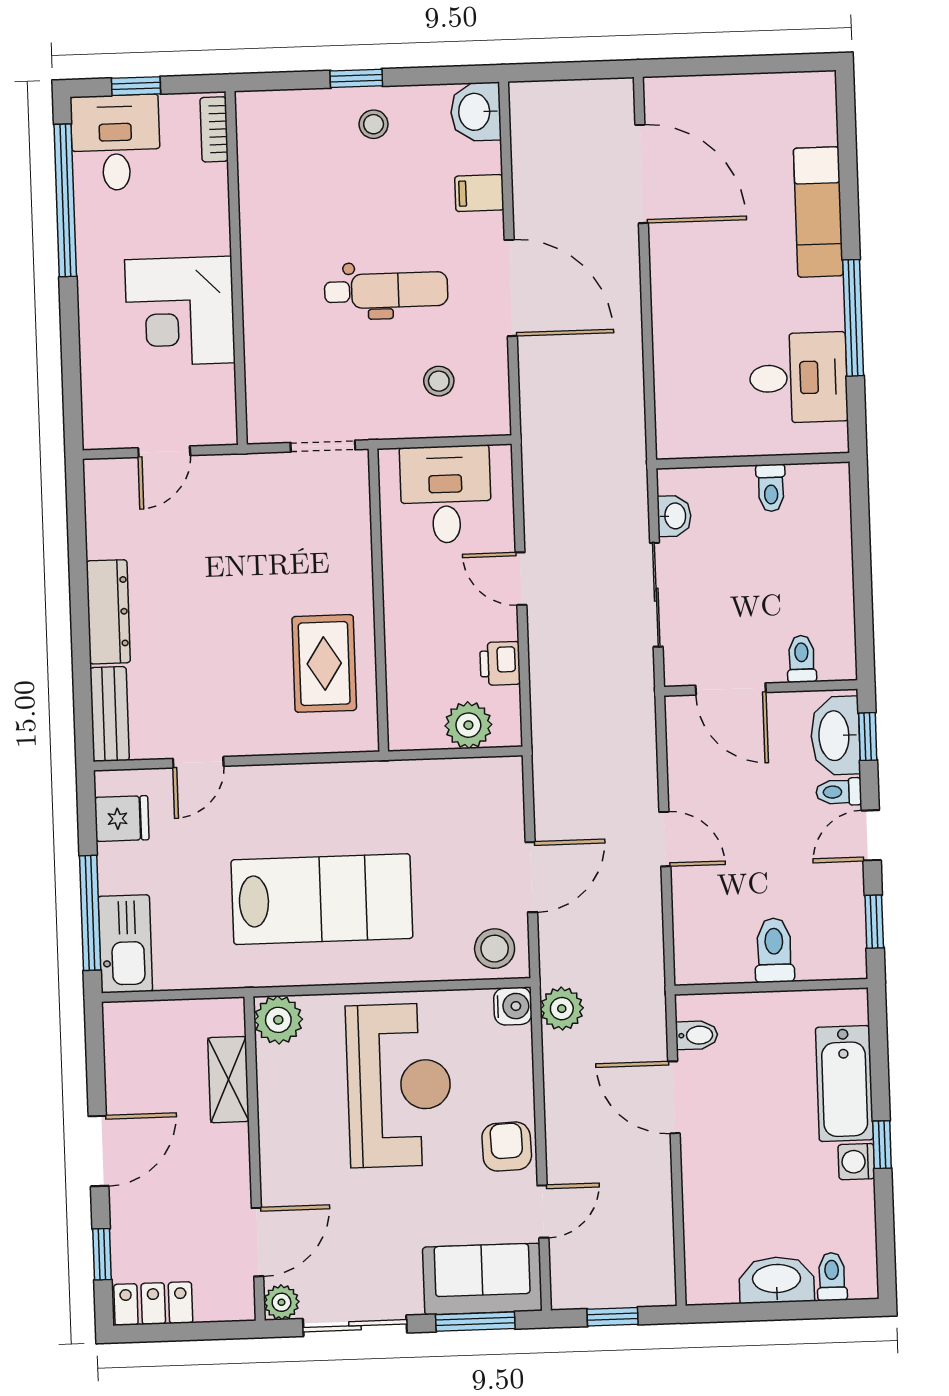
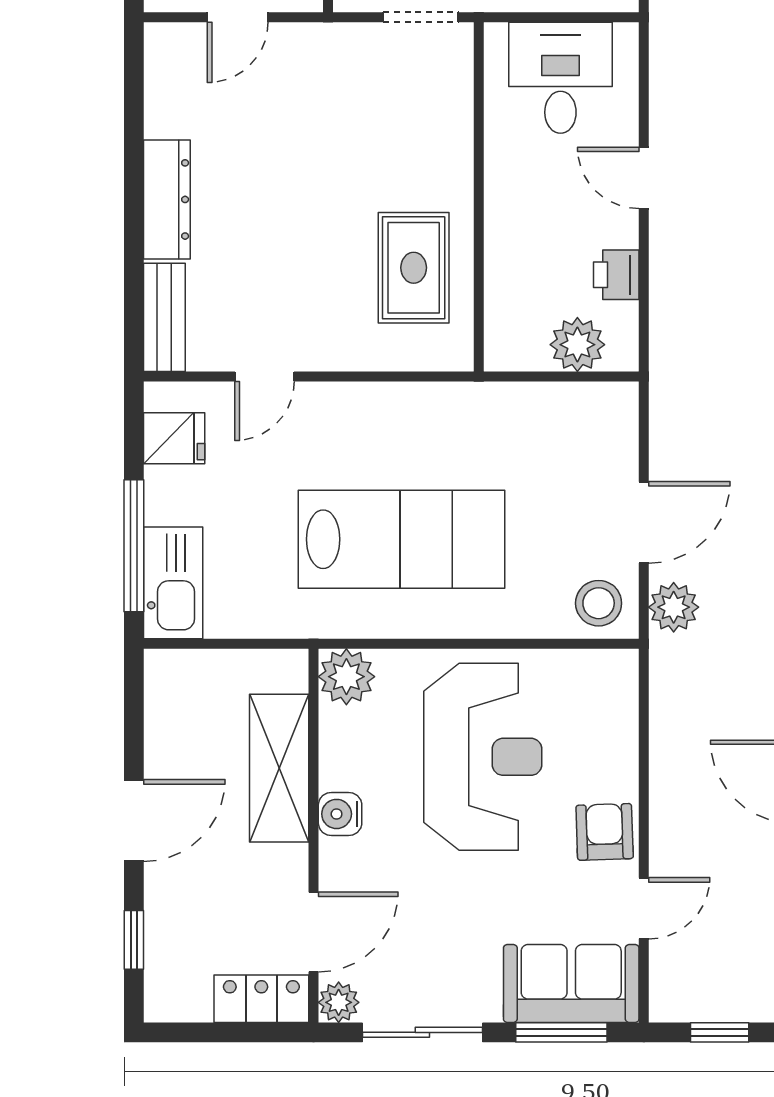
water cooler: (513, 1006) -> (340, 814), moved, turned 180
plant: (562, 1009) -> (674, 607), moved
shelving: (228, 1080) -> (279, 768), width x1.50, depth x1.33
locker: (153, 1304) -> (261, 999), moved

